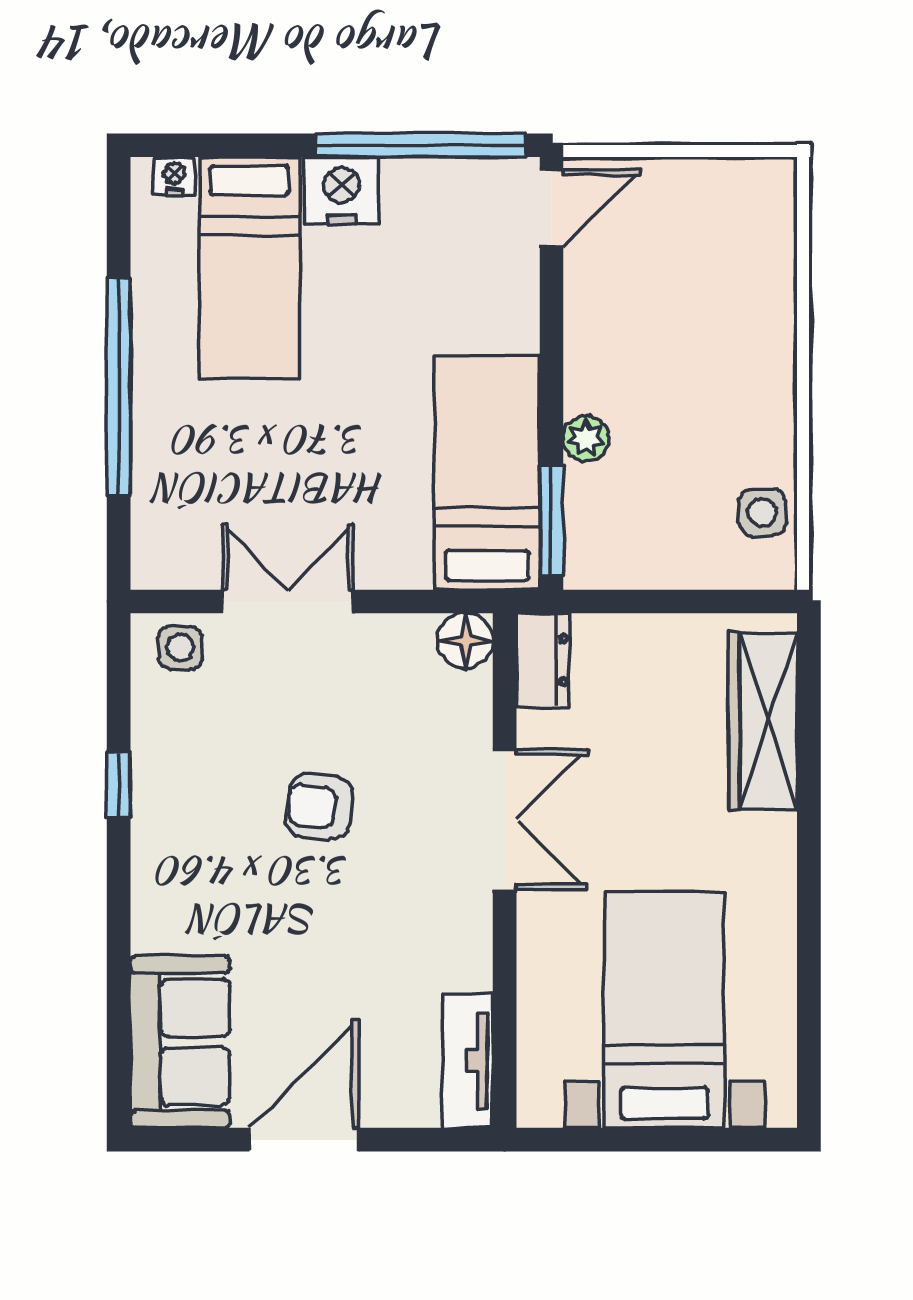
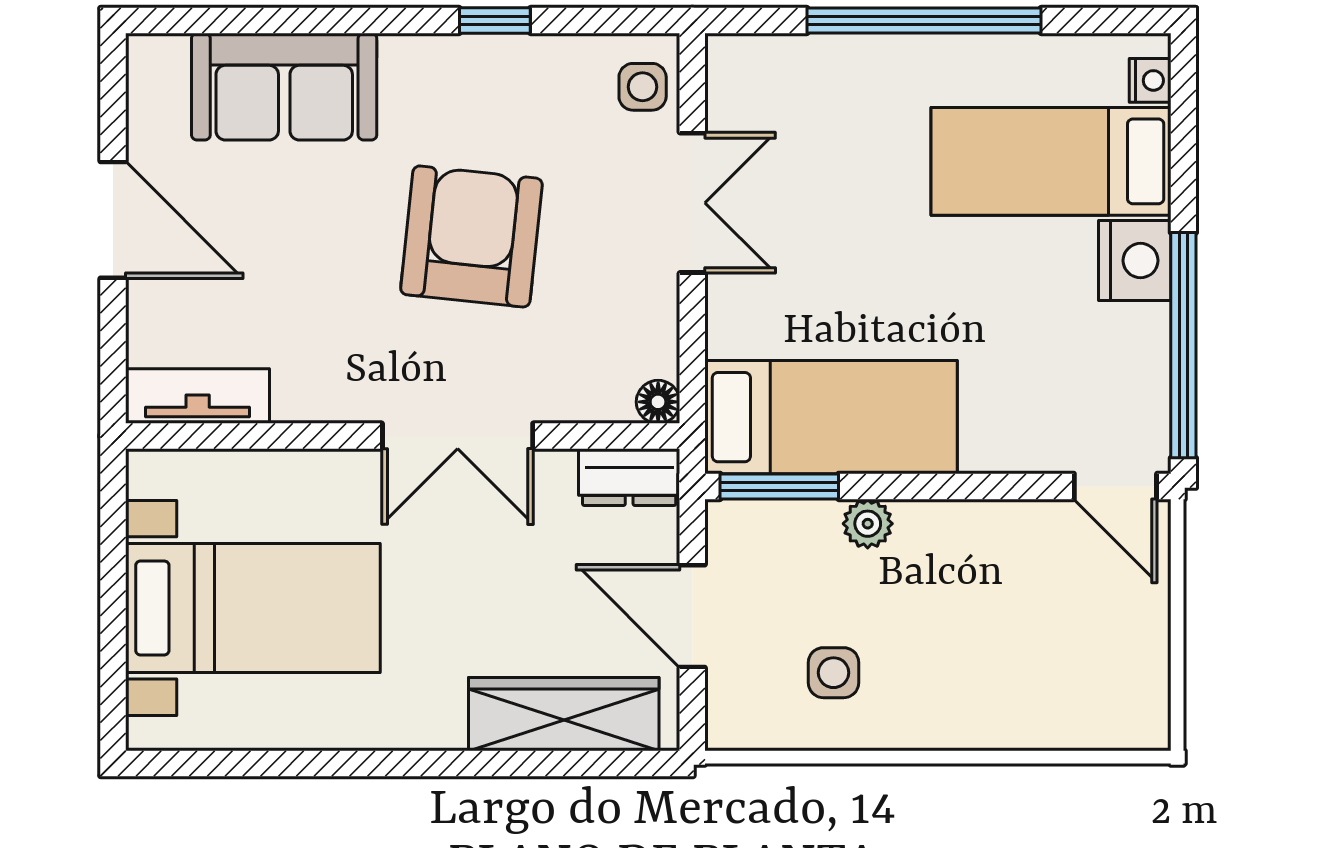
side table: (763, 512) -> (834, 673), moved
door: (672, 601) -> (692, 616), added
floor lamp: (465, 641) -> (658, 402), width x0.73, depth x0.73
armchair: (319, 807) -> (471, 236), width x1.88, depth x1.88
sofa: (180, 1042) -> (284, 87), moved

